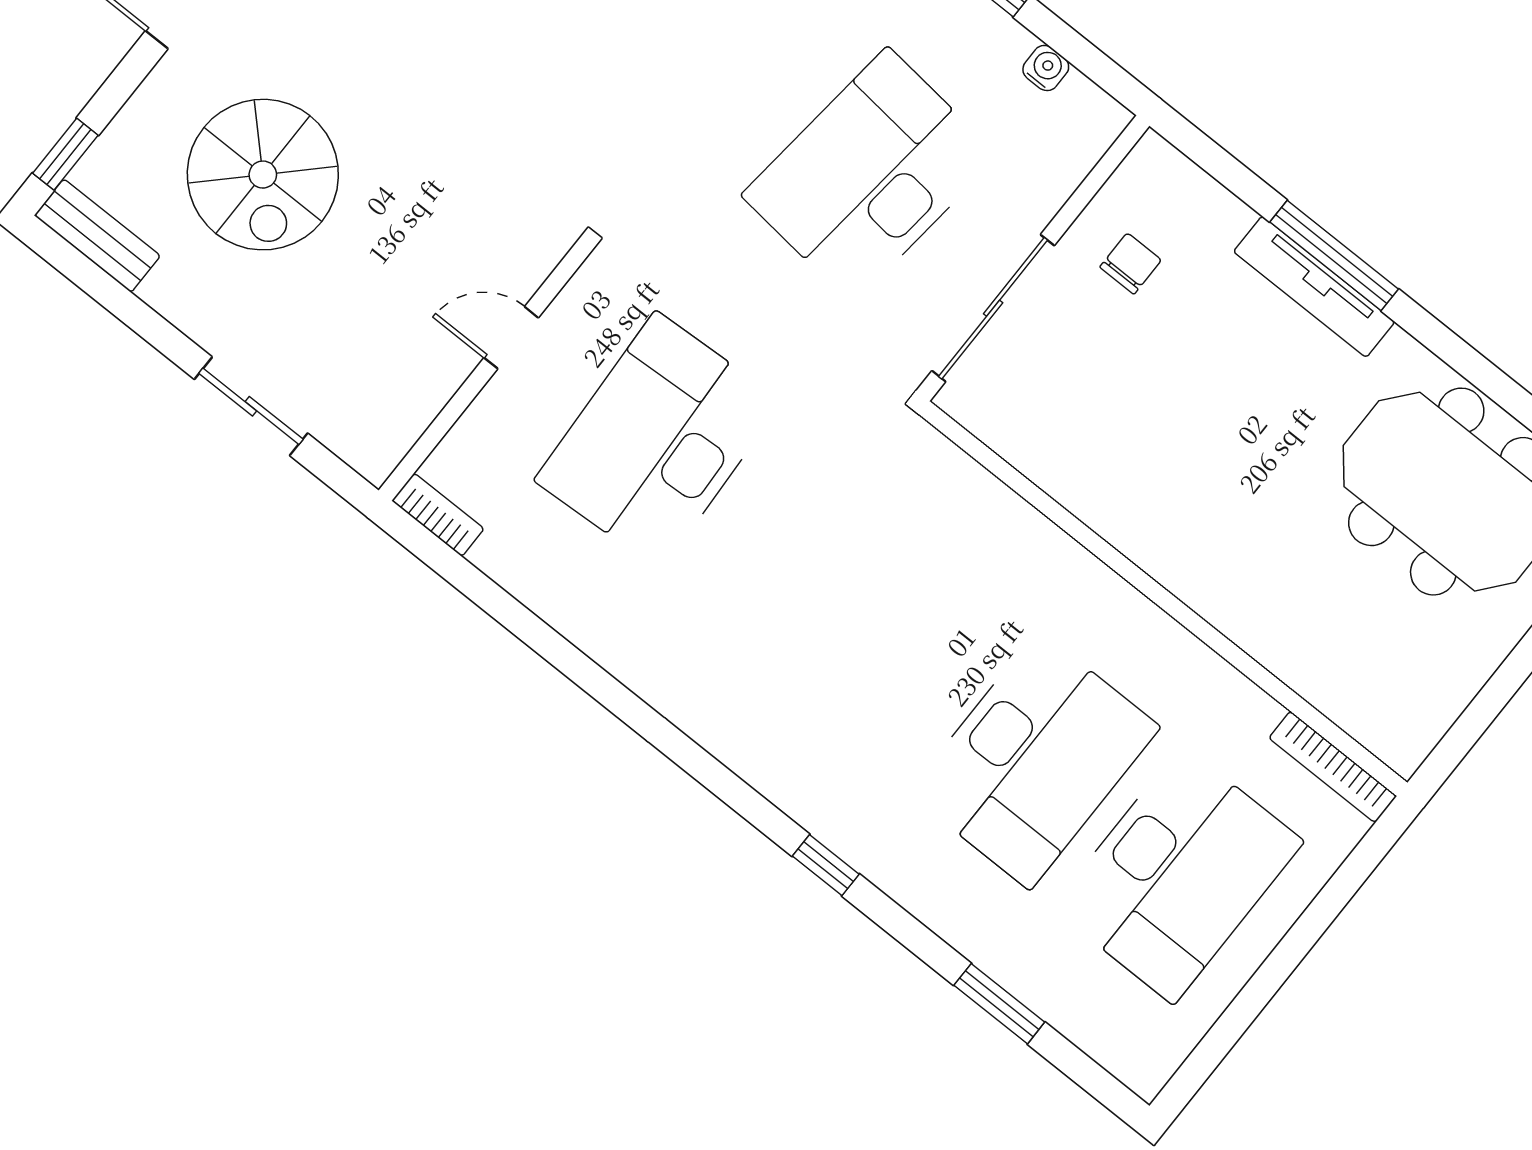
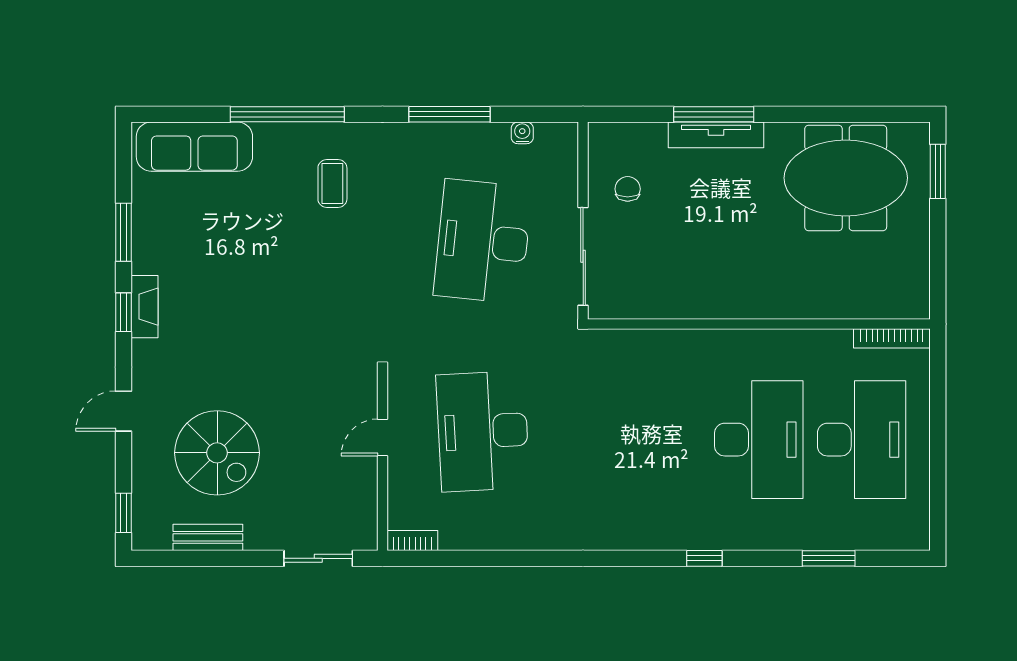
bench: (97, 236) -> (208, 537), moved
sliding door: (251, 406) -> (318, 558), moved

